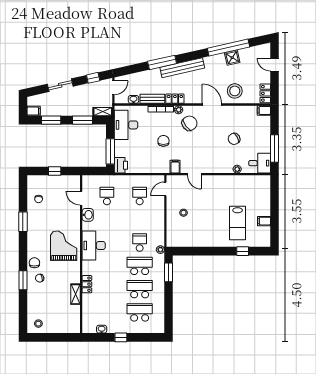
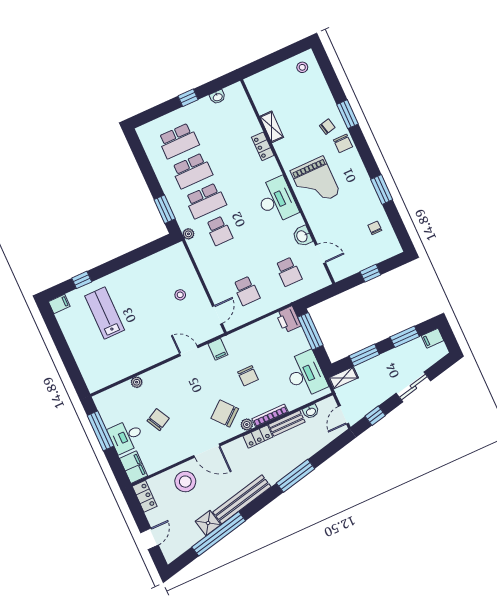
door: (275, 65) -> (149, 539), hinge flipped
bench: (182, 68) -> (242, 499), moved
filing cabinet: (264, 110) -> (134, 467), width x2.00
chair: (189, 123) -> (225, 414), turned 87
desk: (260, 163) -> (126, 436), moved
filing cabinet: (264, 221) -> (59, 304), moved

